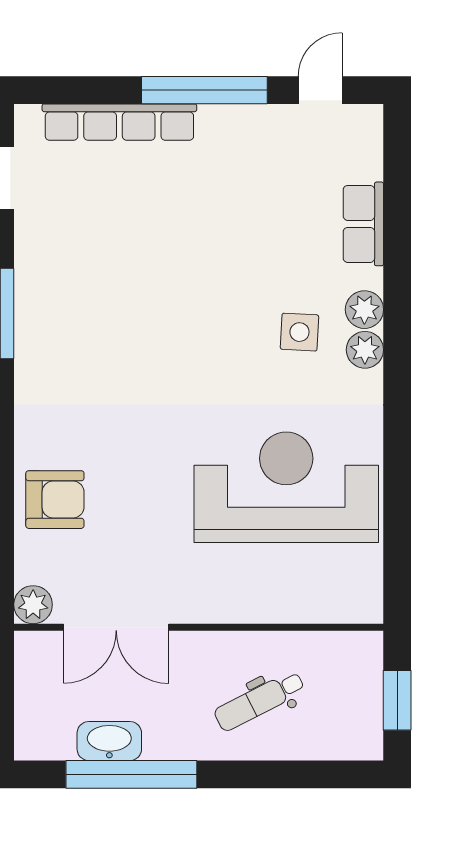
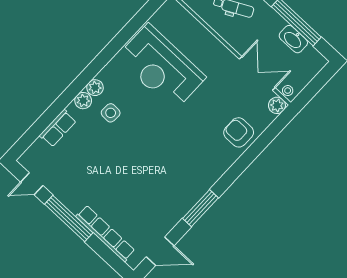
stool: (38, 646) -> (288, 91), added

